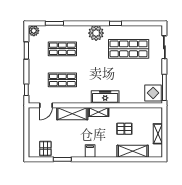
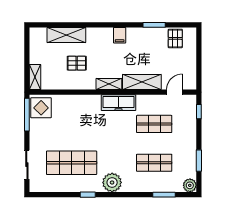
freezer: (105, 97) -> (119, 103), moved
shelving: (158, 134) -> (35, 77), moved

